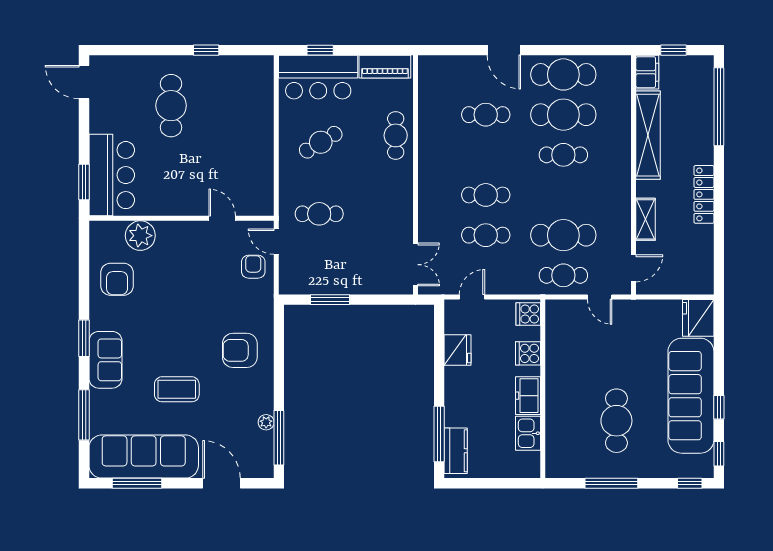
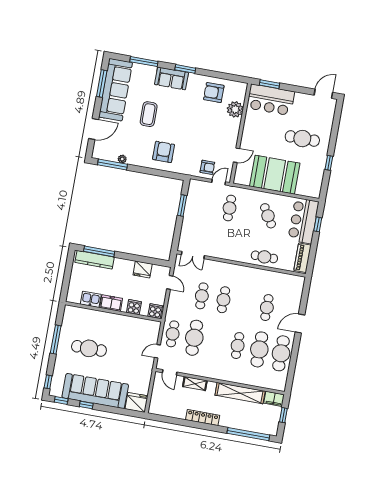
booth: (245, 143) -> (275, 175), added
kitchen counter: (456, 451) -> (95, 260), width x1.50

